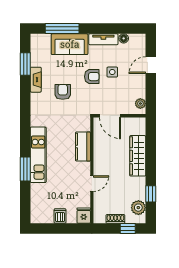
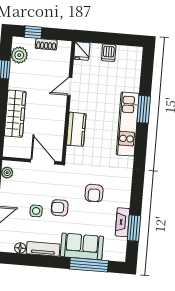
fireplace: (36, 80) -> (122, 222), moved

